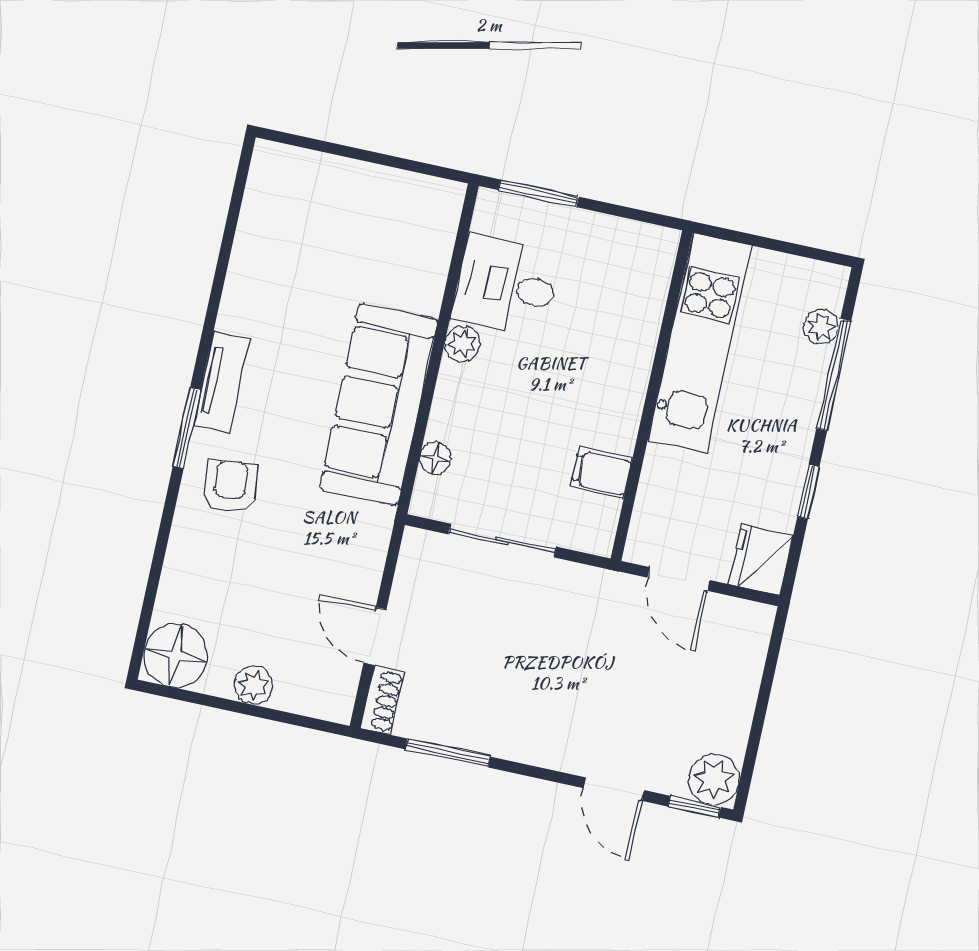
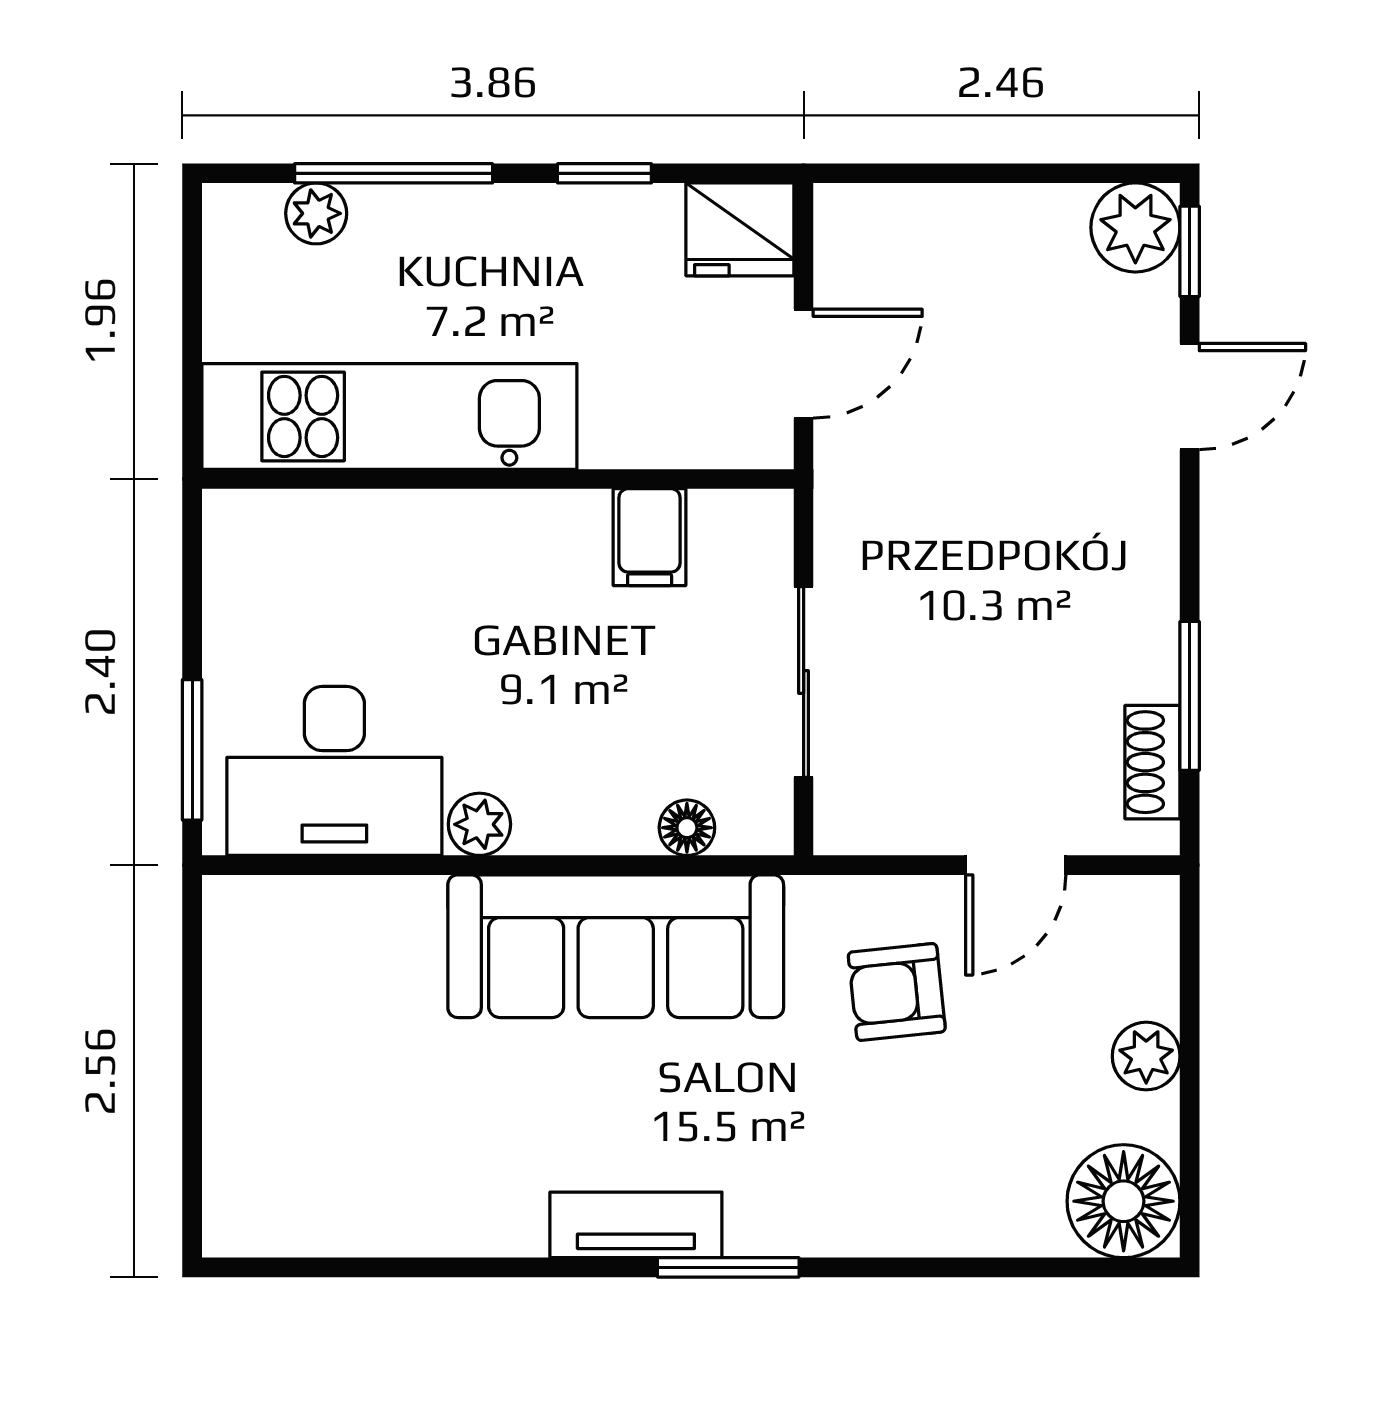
desk: (506, 286) -> (334, 771), width x1.37
armchair: (230, 487) -> (897, 992), moved
shoe rack: (383, 700) -> (1152, 762), moved, turned -90

